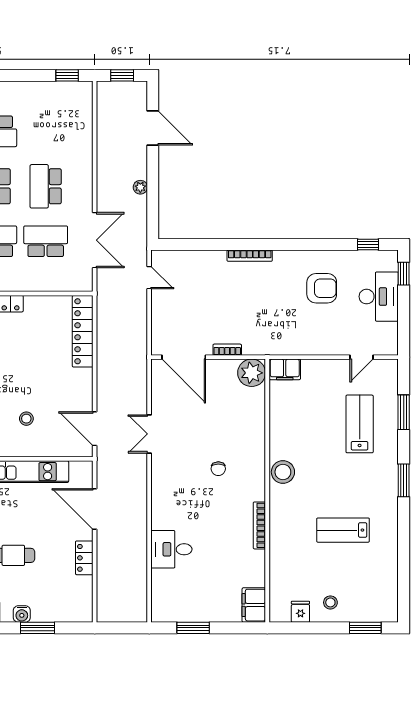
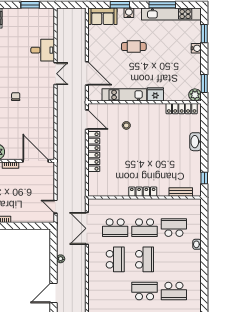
door: (153, 128) -> (53, 293), hinge flipped
locker: (83, 331) -> (94, 151), moved
double door: (149, 434) -> (56, 74), moved
locker: (84, 558) -> (93, 45), removed
sofa: (68, 608) -> (102, 16), added

